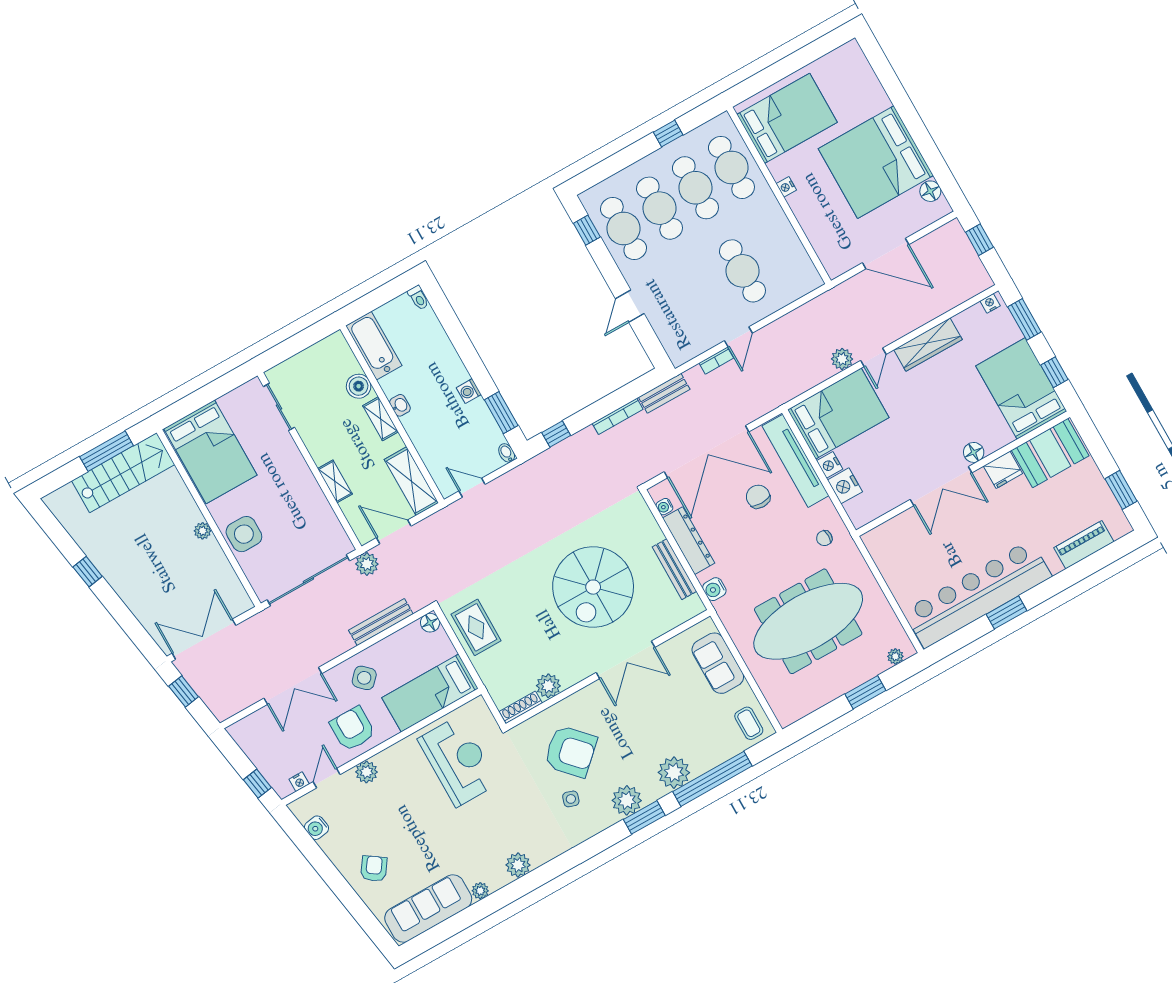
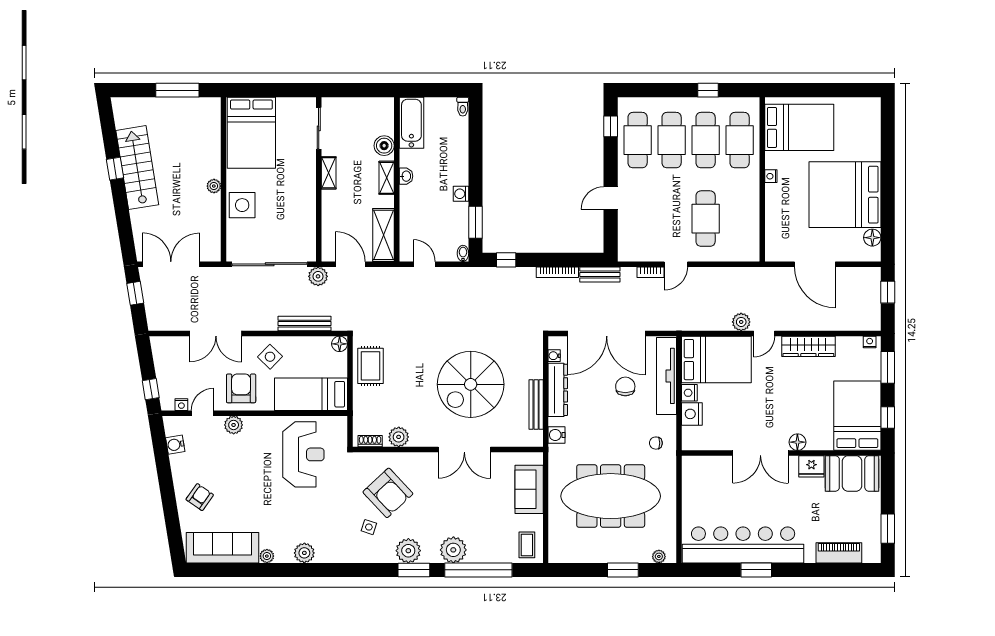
stairs: (123, 473) -> (137, 168), moved, turned -99
shelving: (335, 481) -> (329, 173), moved
shoe rack: (521, 707) -> (370, 441), width x0.70

